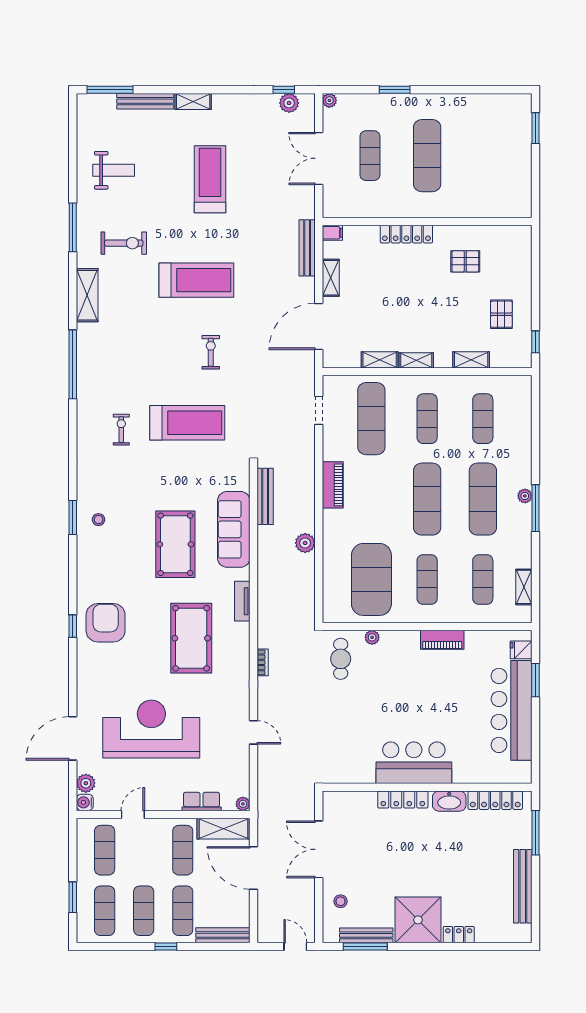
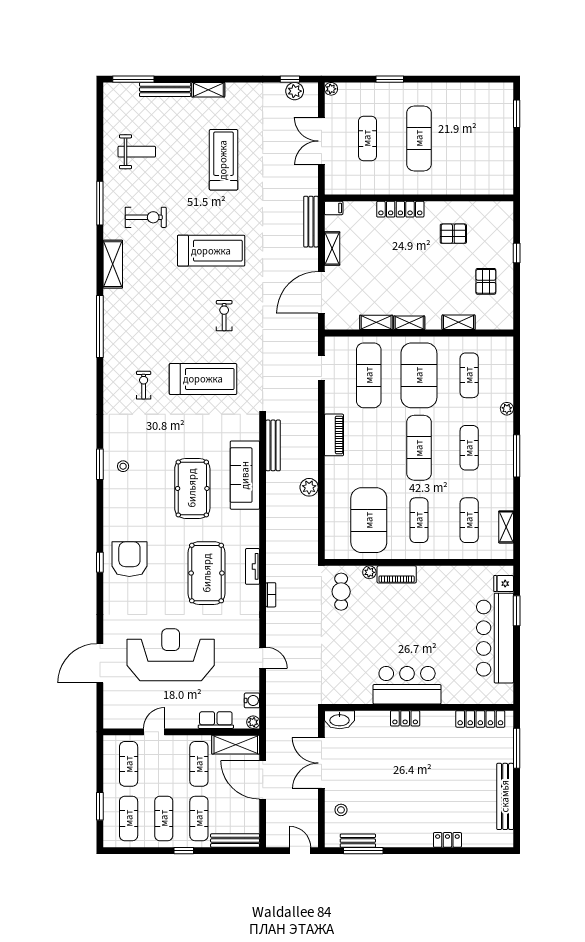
window: (536, 342) -> (517, 253), moved
exercise mat: (427, 419) -> (419, 375), width x2.00, depth x1.45
plant: (525, 496) -> (507, 409), moved
exercise mat: (483, 499) -> (469, 448), width x0.73, depth x0.69
tv unit: (242, 601) -> (253, 566), moved
piano: (442, 640) -> (397, 574), moved
plant: (86, 783) -> (112, 704), removed
locker: (403, 800) -> (405, 718), width x0.66
washbasin: (449, 801) -> (340, 720), moved
water cooler: (85, 802) -> (252, 700), moved, turned 180
shower: (418, 920) -> (411, 827), removed
bench: (366, 935) -> (358, 841), width x0.73

